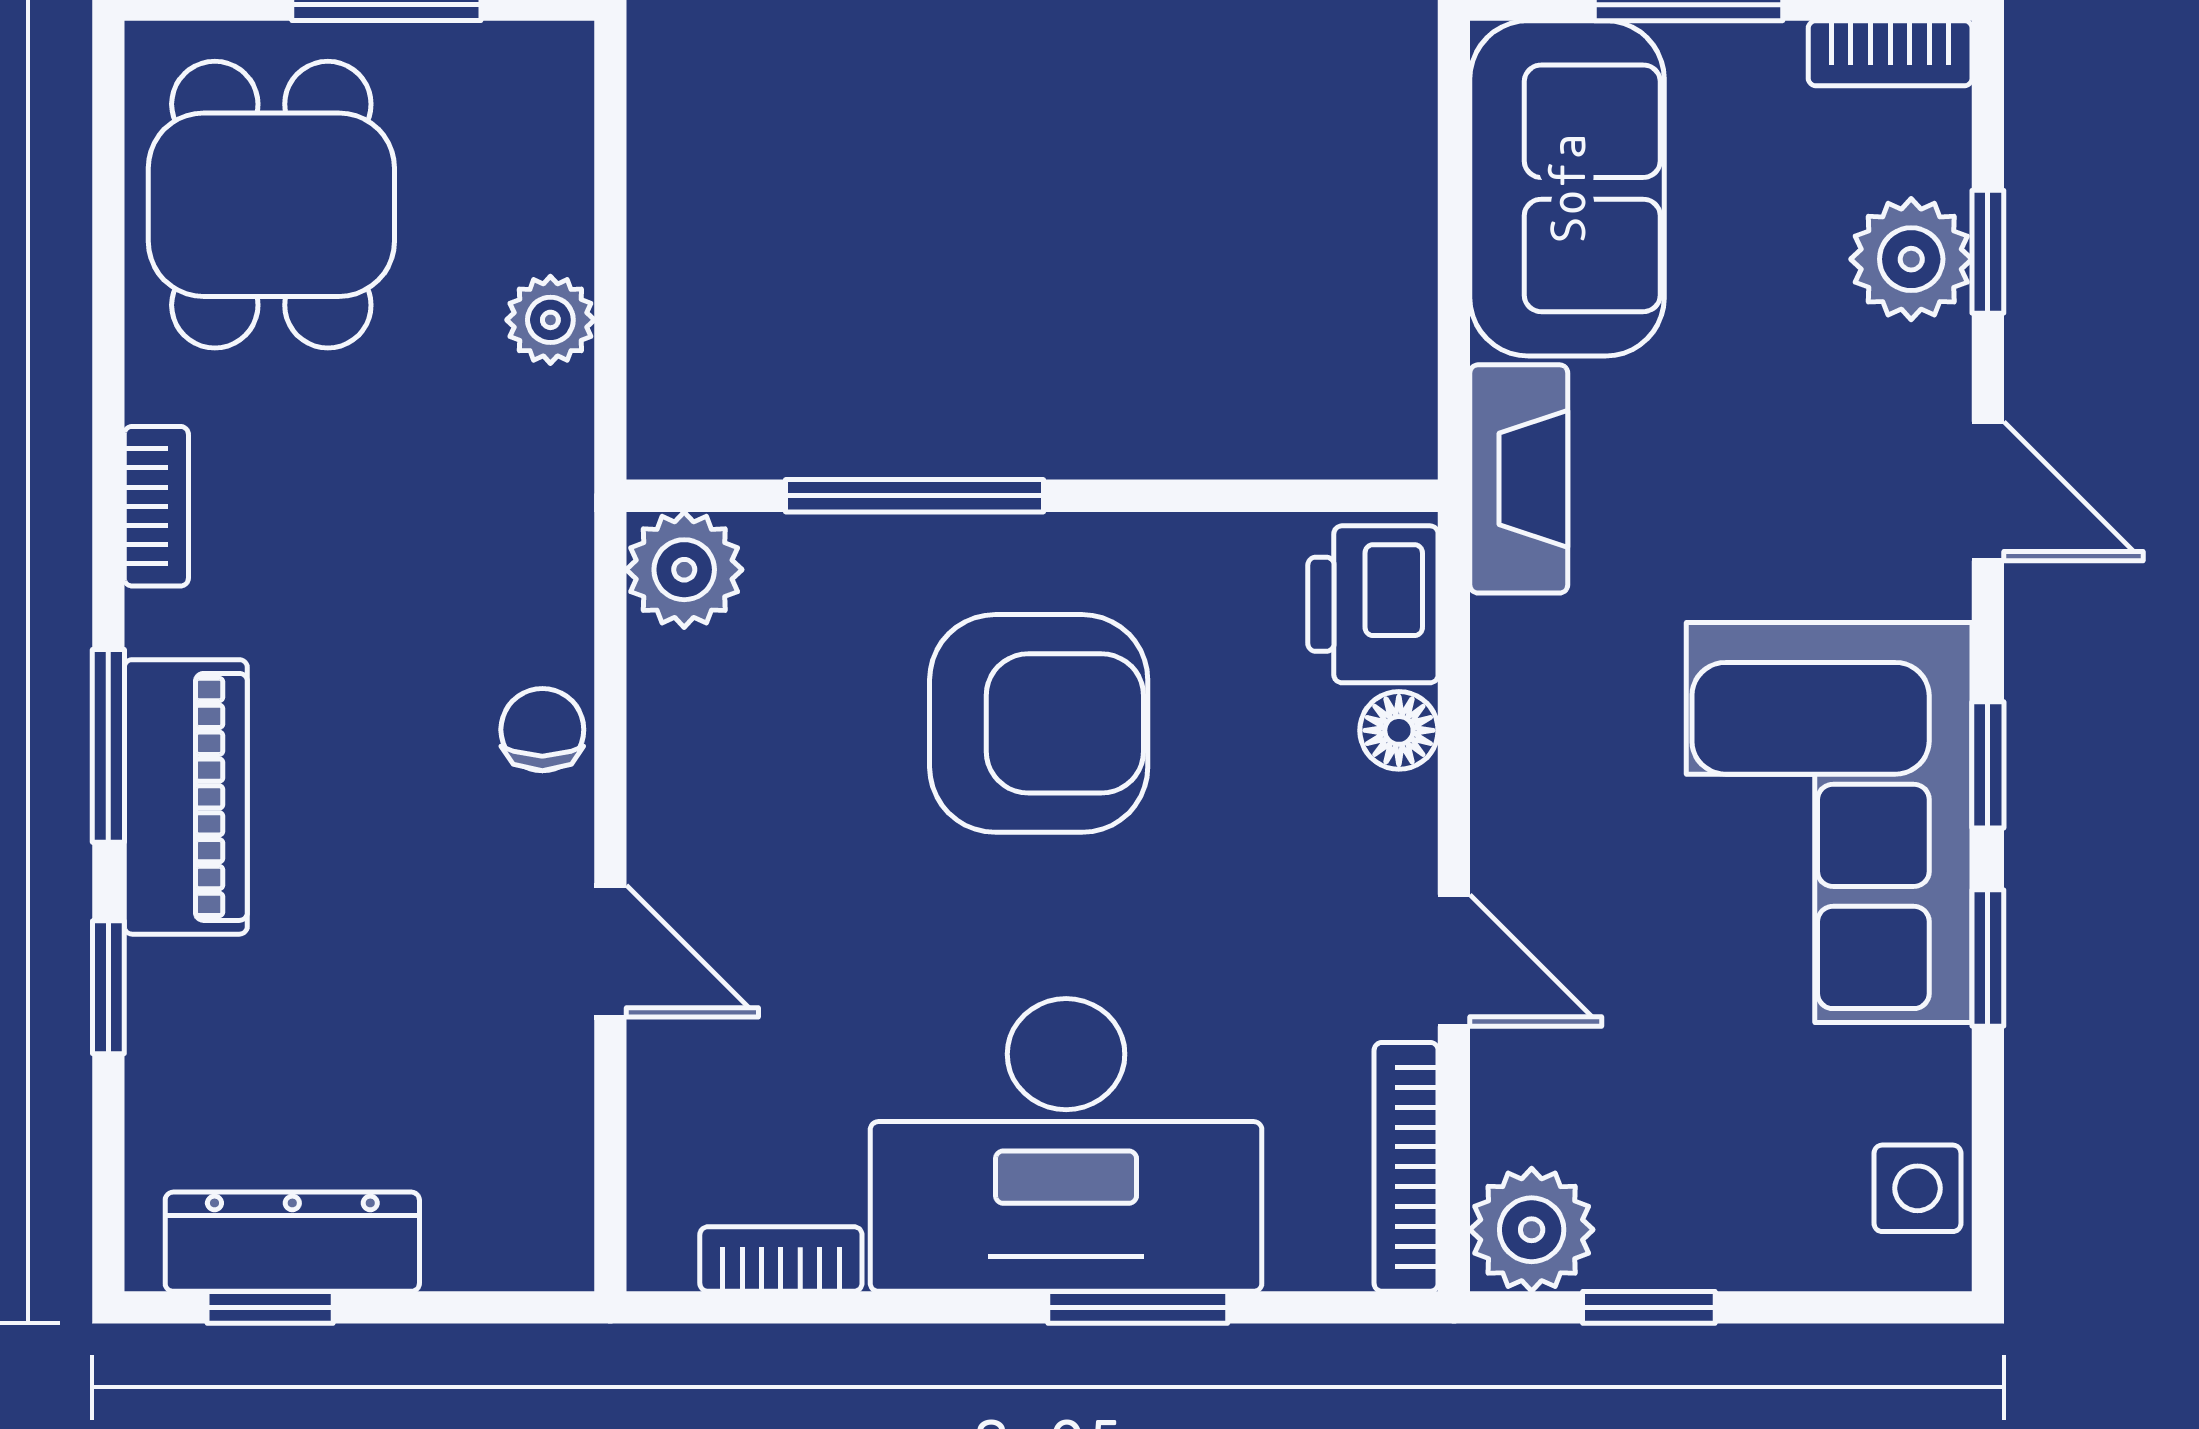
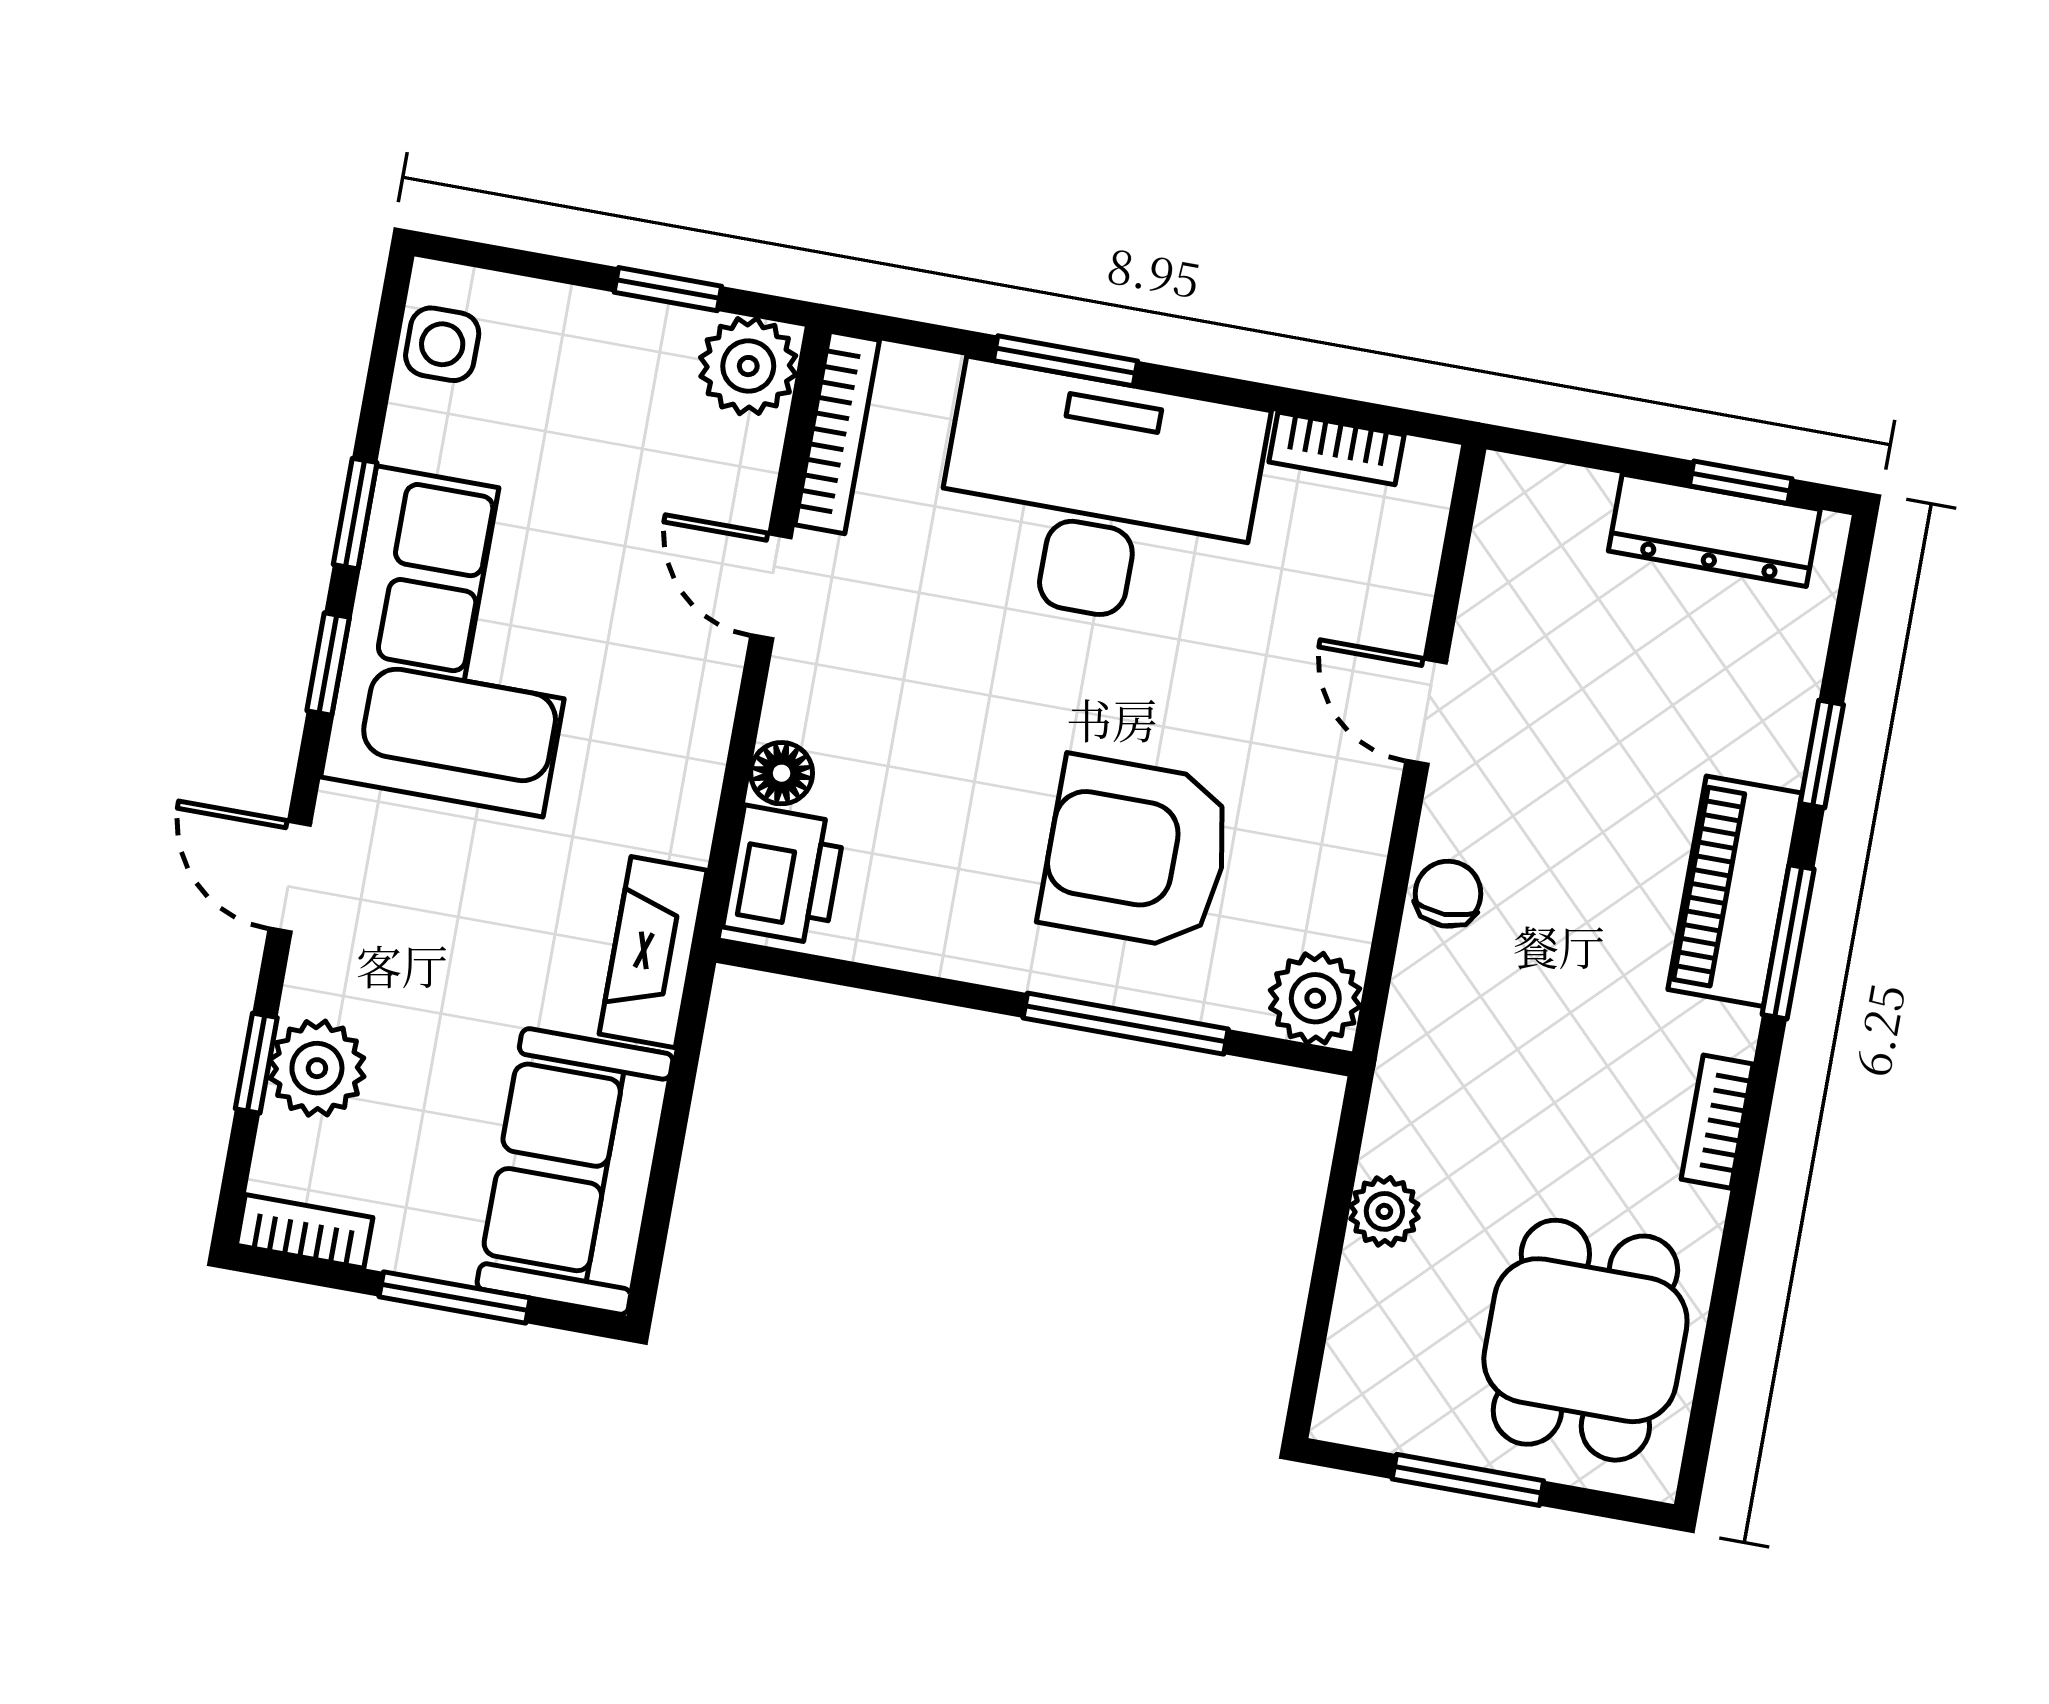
armchair: (1039, 723) -> (1137, 853), moved
chair: (542, 730) -> (1448, 894), turned 180

